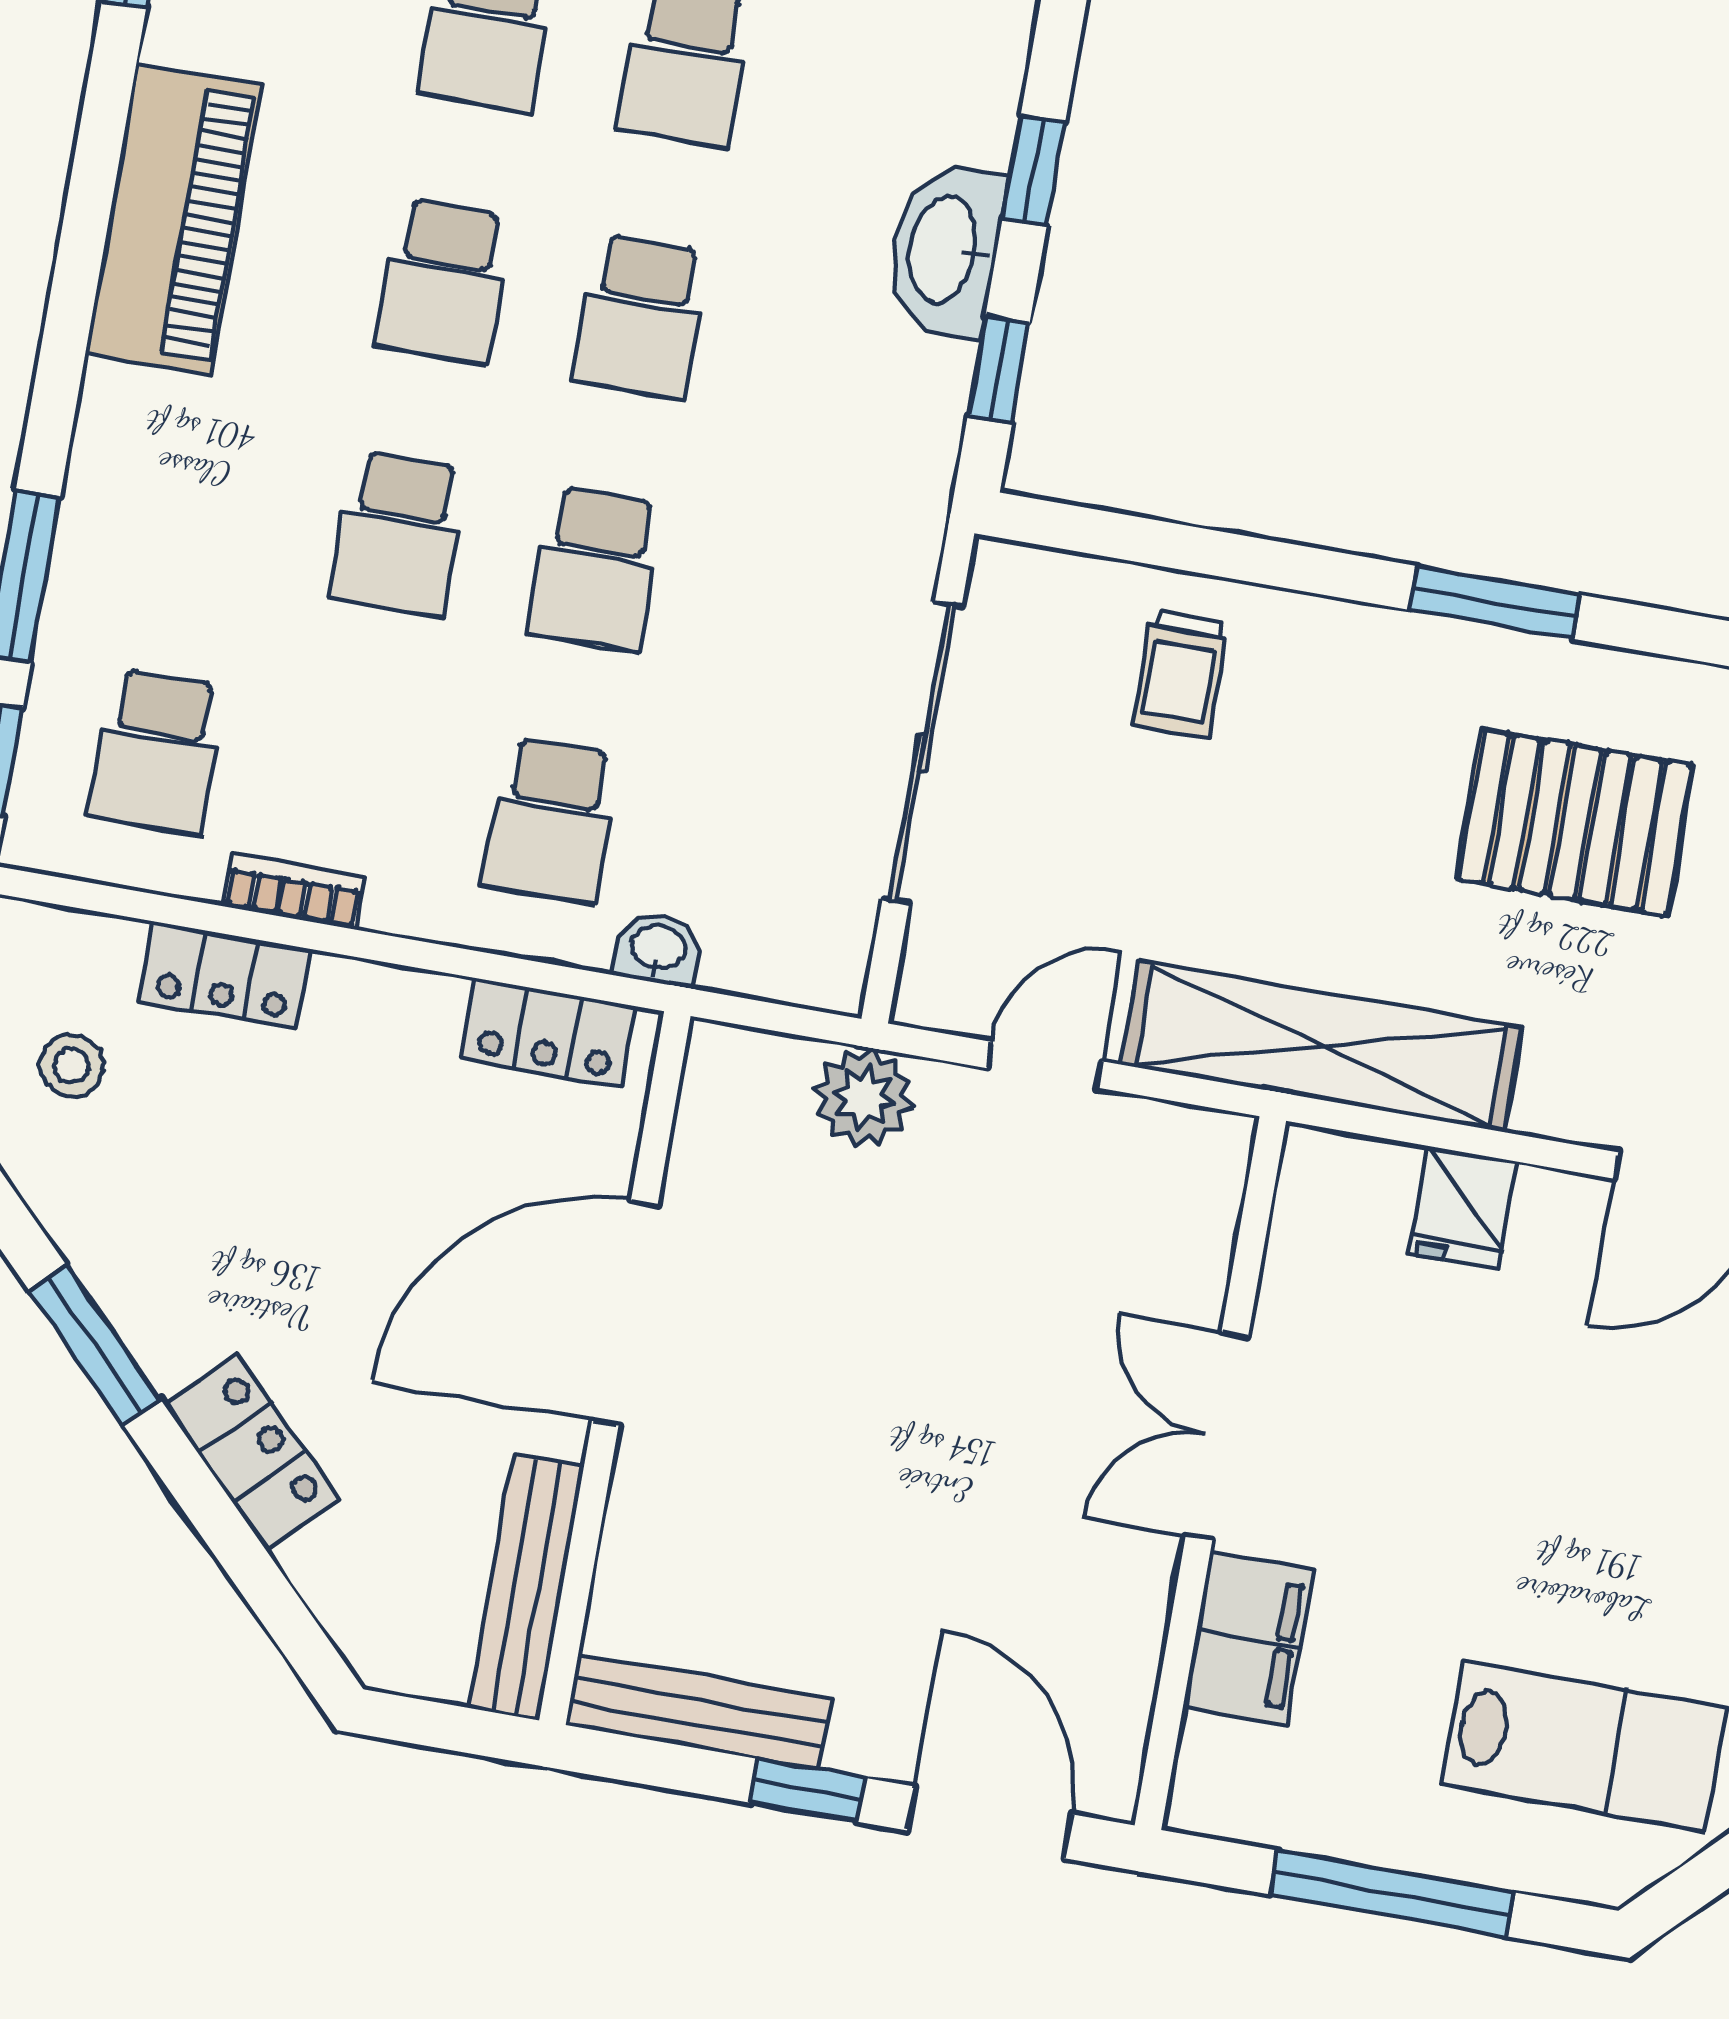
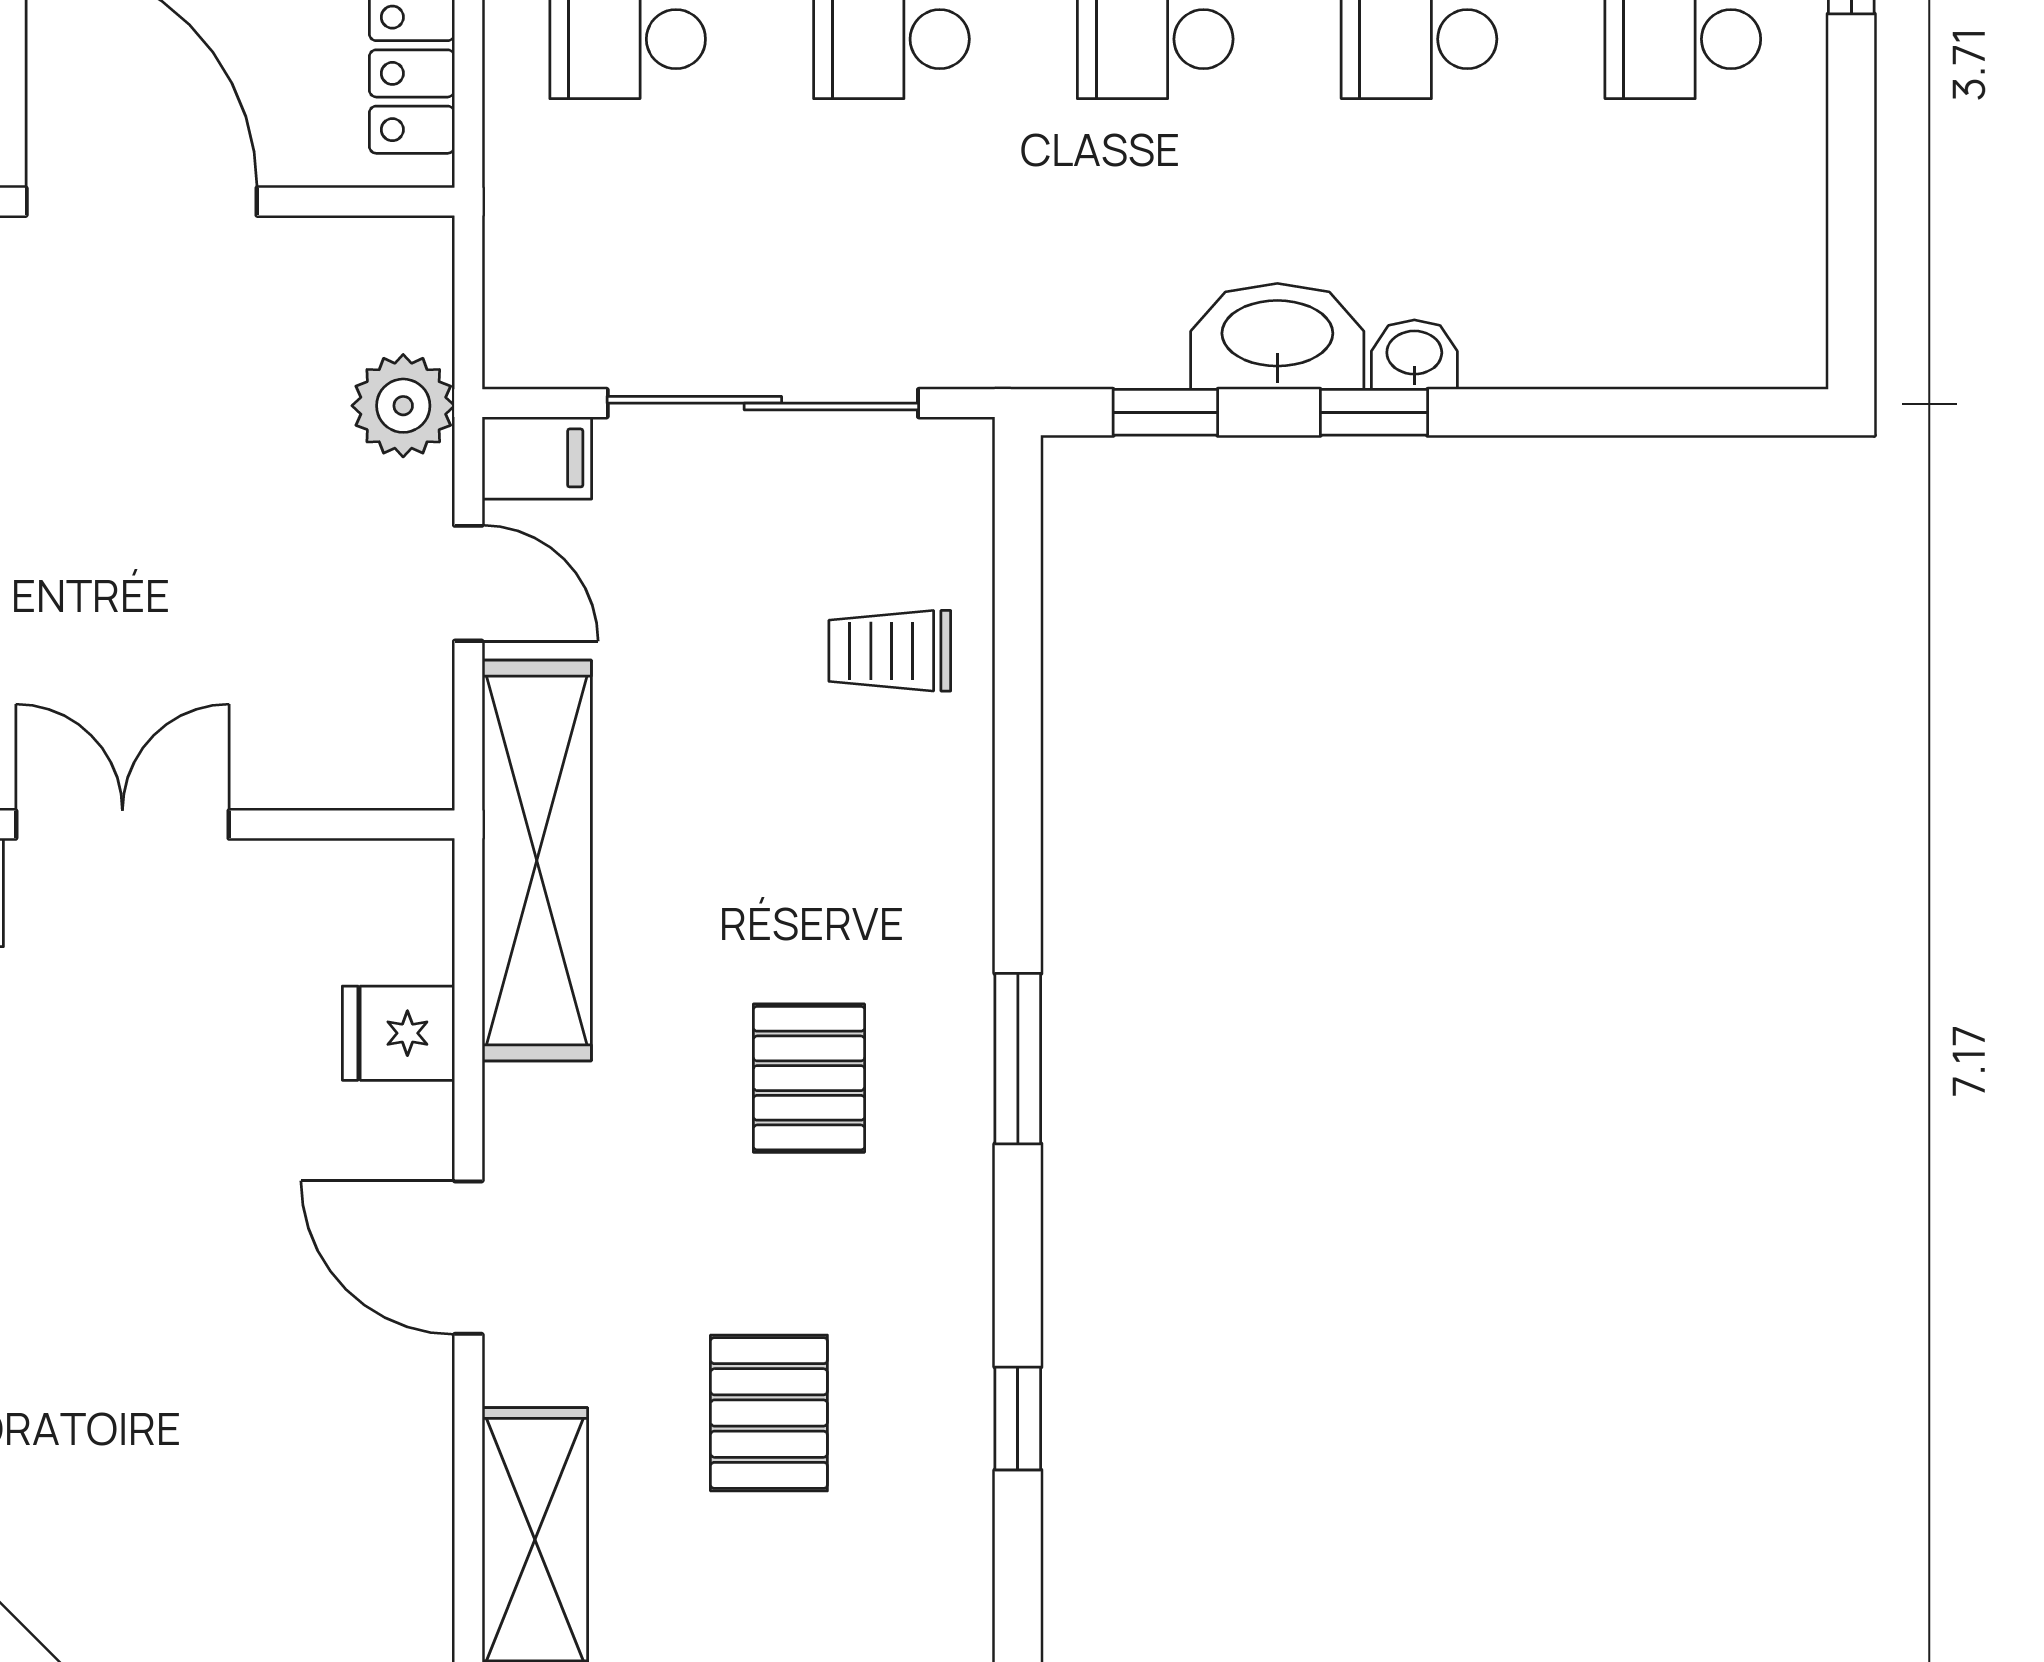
window: (1495, 602) -> (1018, 1059), moved
pallet: (1575, 823) -> (809, 1078), width x0.67, depth x0.71
washbasin: (658, 949) -> (1414, 355), moved, turned -90
filing cabinet: (936, 978) -> (537, 458), added

